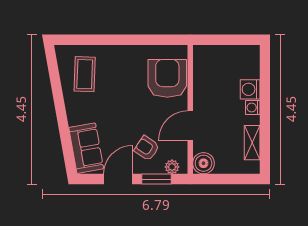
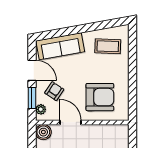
armchair: (167, 78) -> (100, 97), moved
sofa: (86, 148) -> (60, 46), width x1.36

